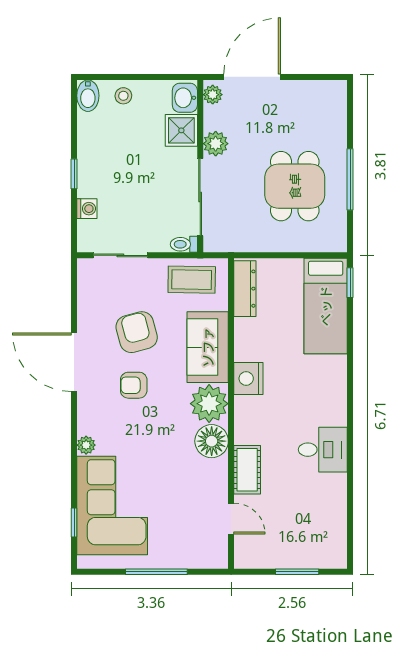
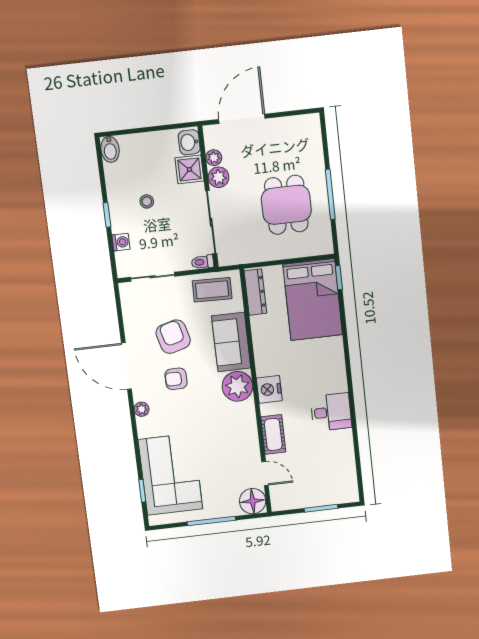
plant: (213, 95) -> (214, 158), moved
stool: (123, 96) -> (147, 201), moved
bed: (326, 306) -> (313, 300), width x1.50
nightstand: (248, 378) -> (269, 389), moved
floor lamp: (212, 441) -> (253, 501), moved
plant: (86, 445) -> (142, 409), moved

